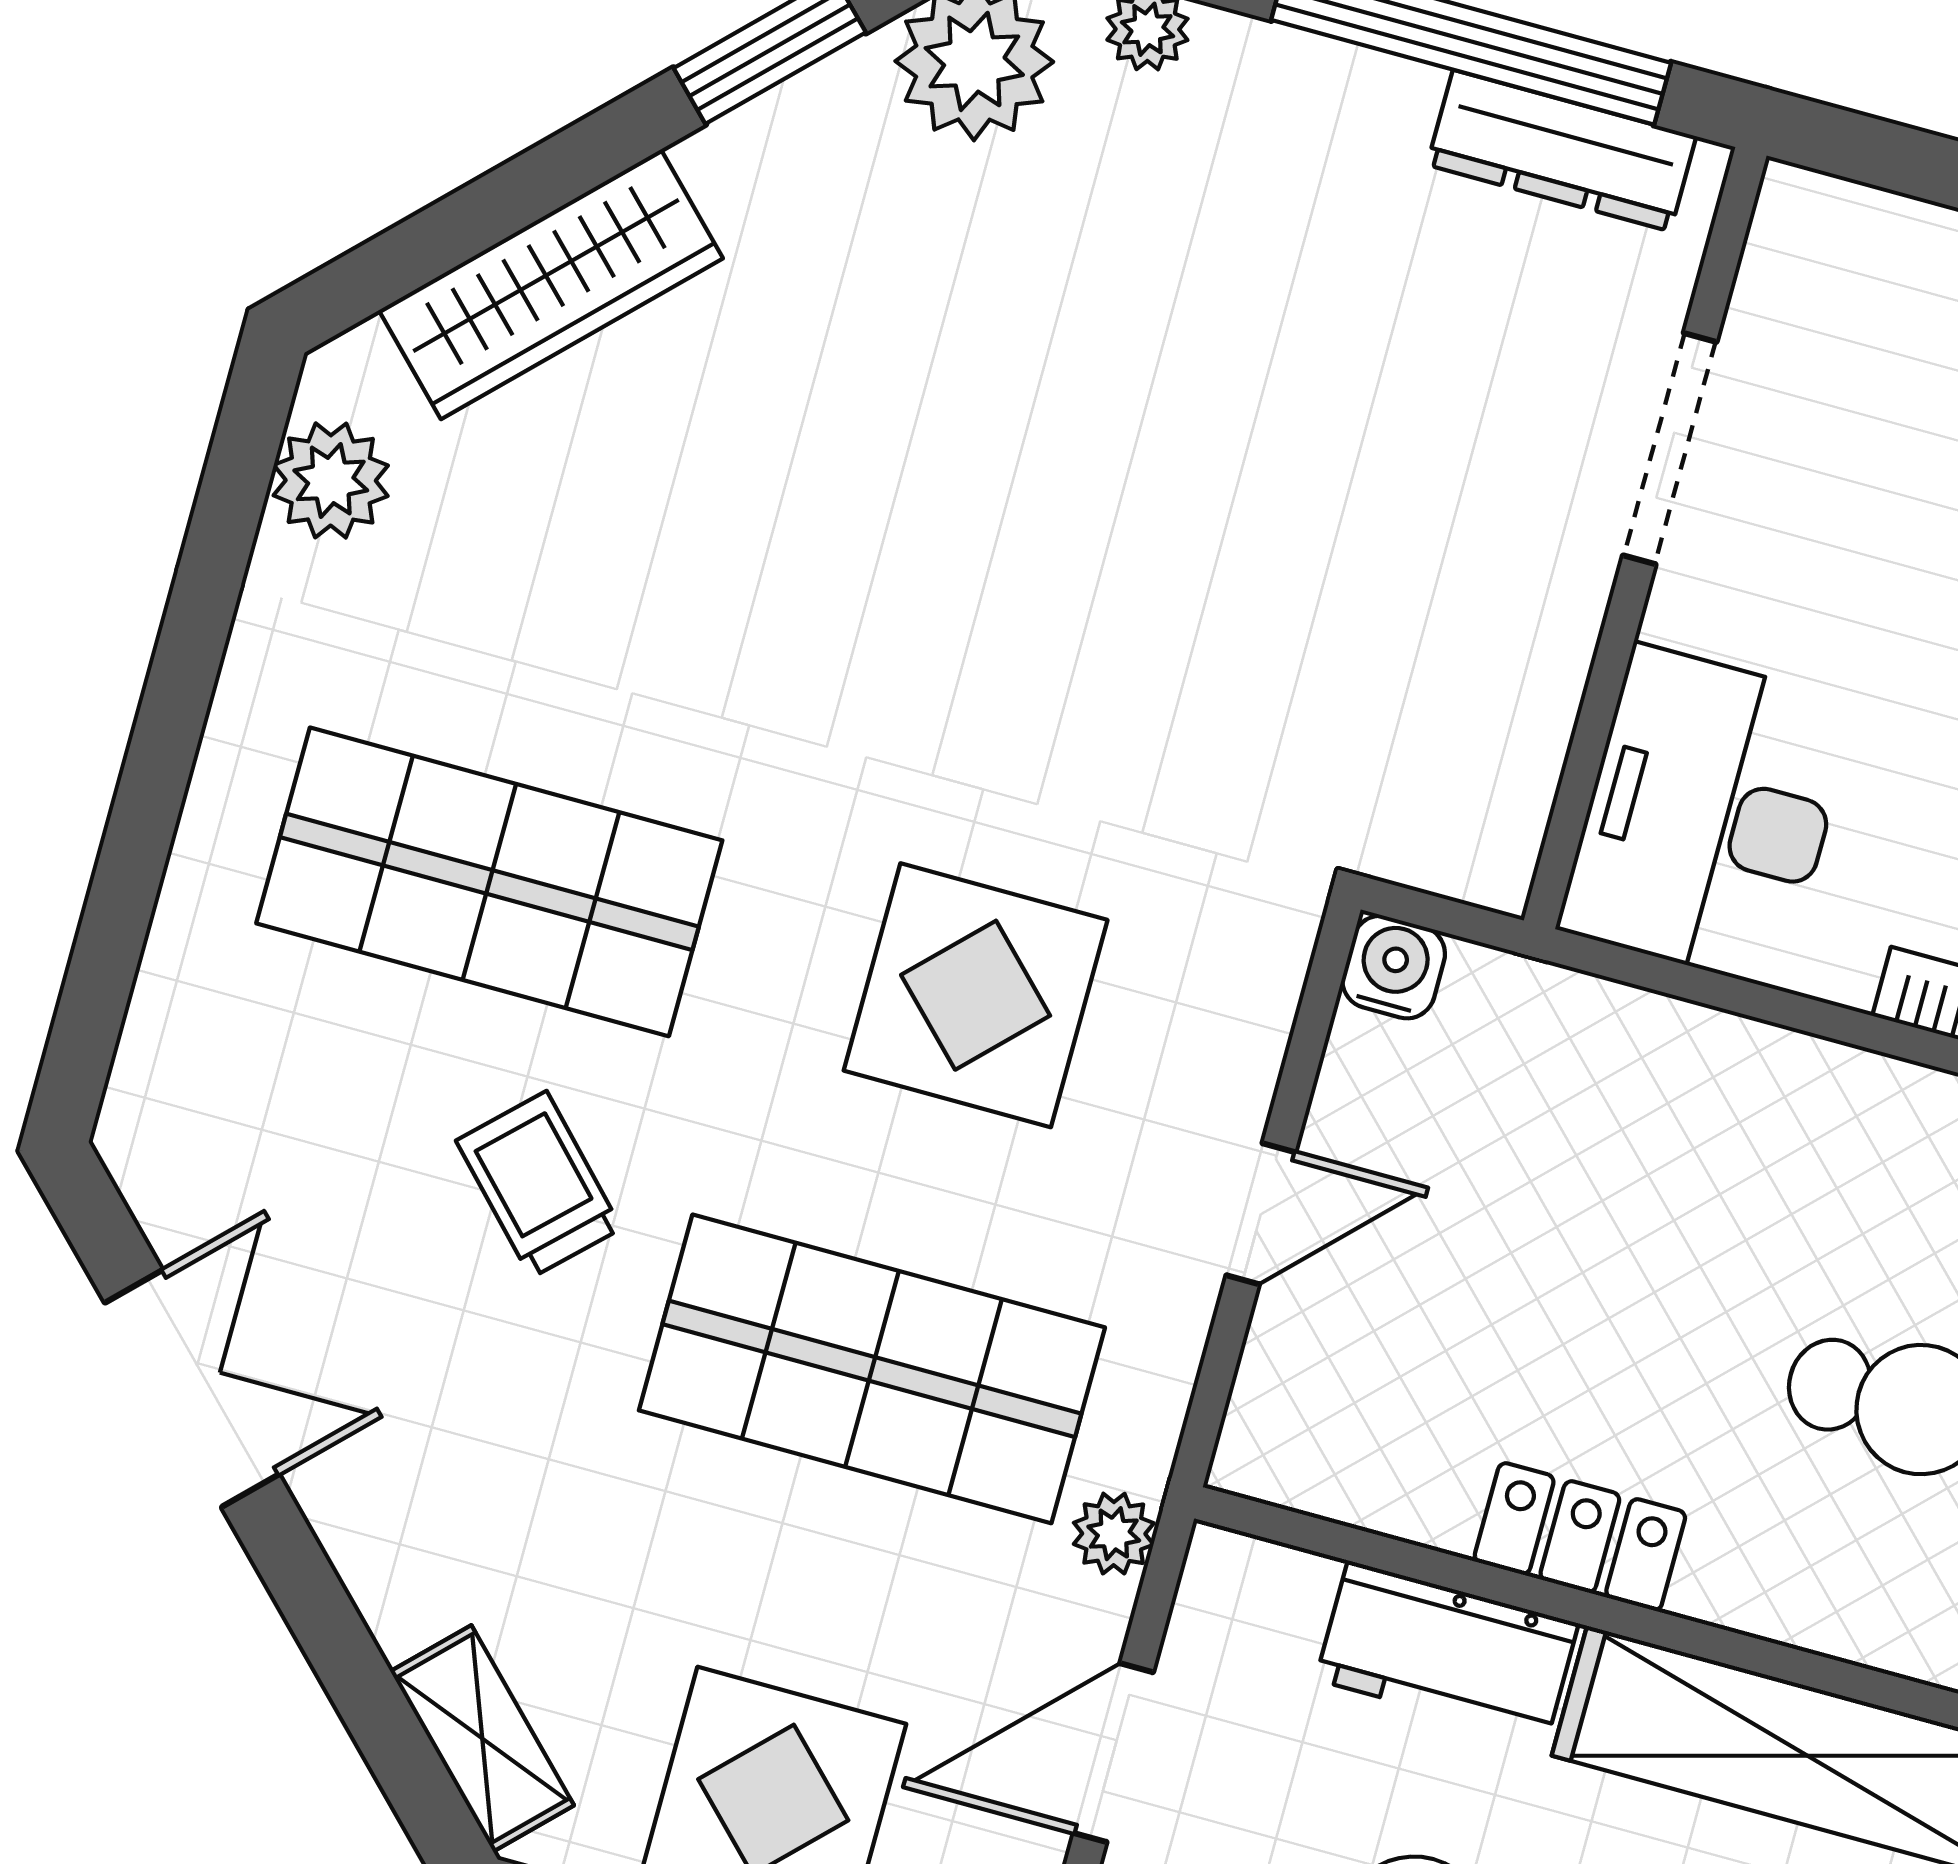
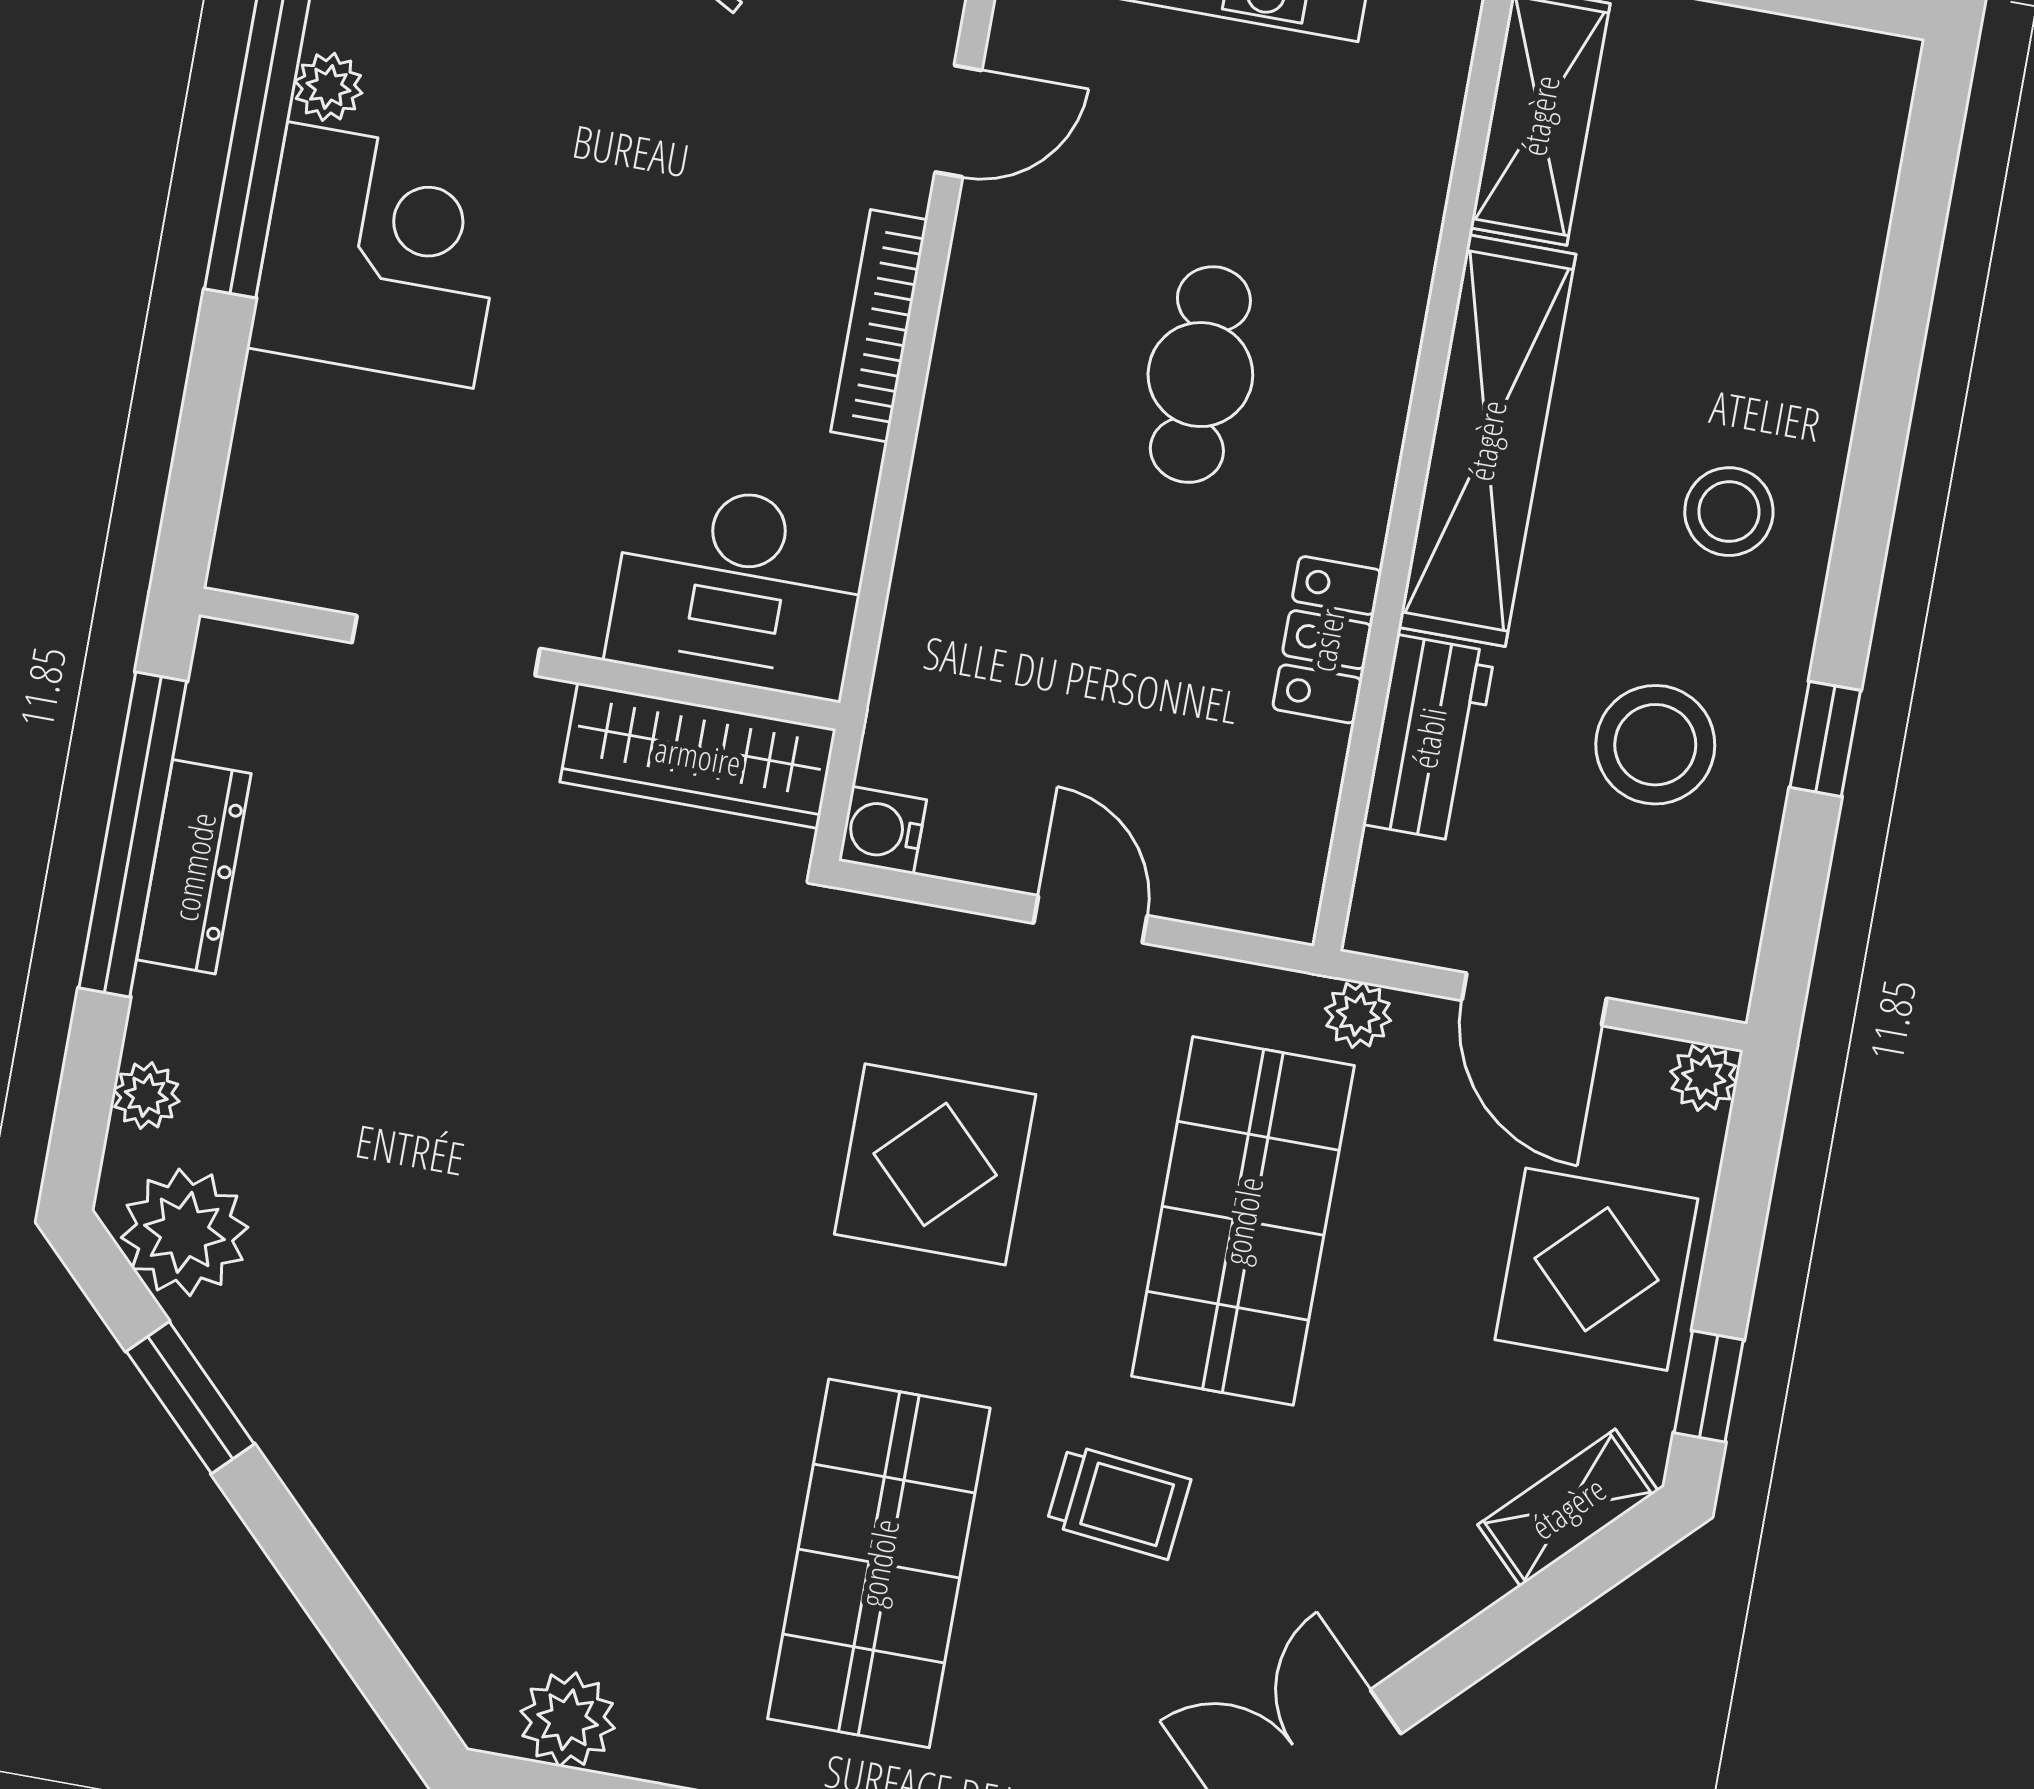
dresser: (1562, 151) -> (194, 867), moved
wardrobe: (551, 284) -> (698, 756), moved, turned 135
trolley: (539, 1184) -> (1119, 1502), turned -130

